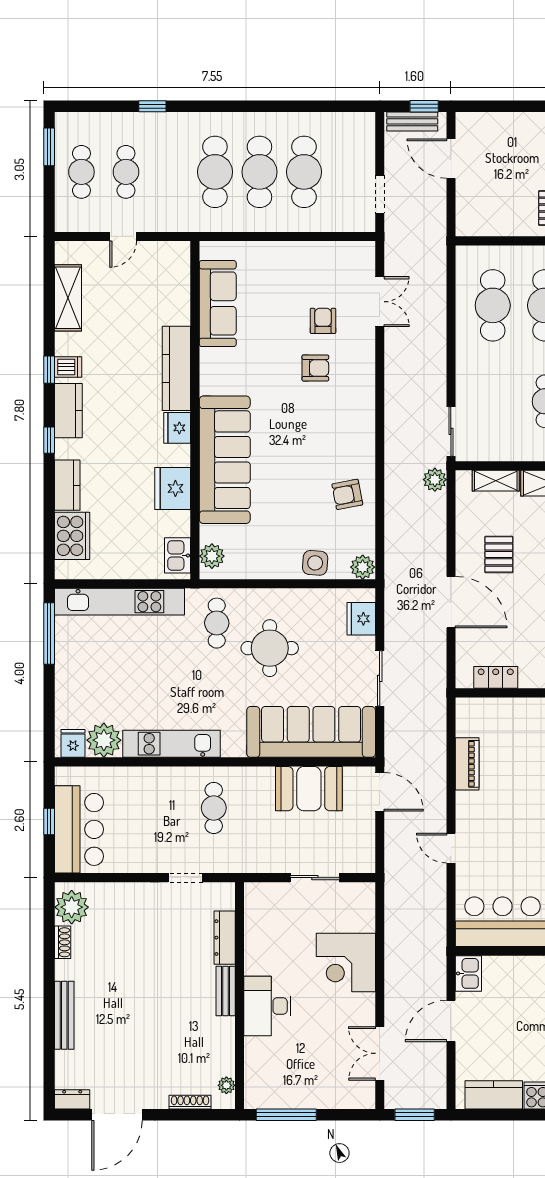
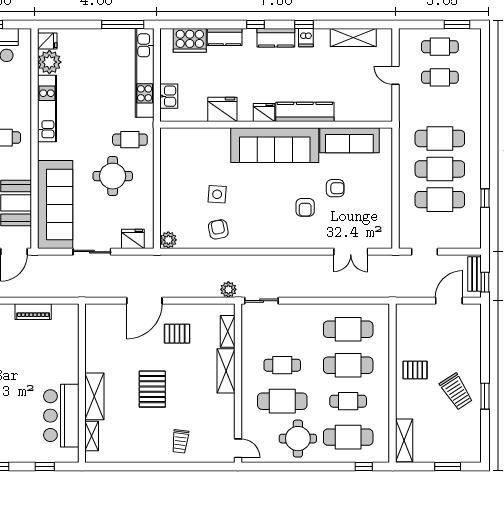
window: (152, 106) -> (485, 198), moved
armchair: (323, 321) -> (335, 188), moved
sofa: (225, 460) -> (275, 145), moved
kitchen sink: (178, 555) -> (169, 96), moved, turned 90
plant: (212, 556) -> (176, 136), removed
side table: (315, 563) -> (217, 194), moved
locker: (496, 677) -> (93, 331), removed

